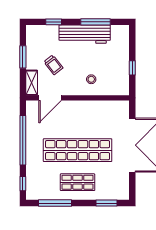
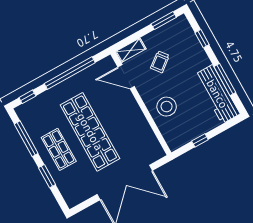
workbench: (85, 34) -> (217, 94), moved
window: (23, 57) -> (164, 21), moved
stool: (91, 79) -> (167, 107), width x1.89, depth x1.89
window: (106, 203) -> (47, 176), moved

